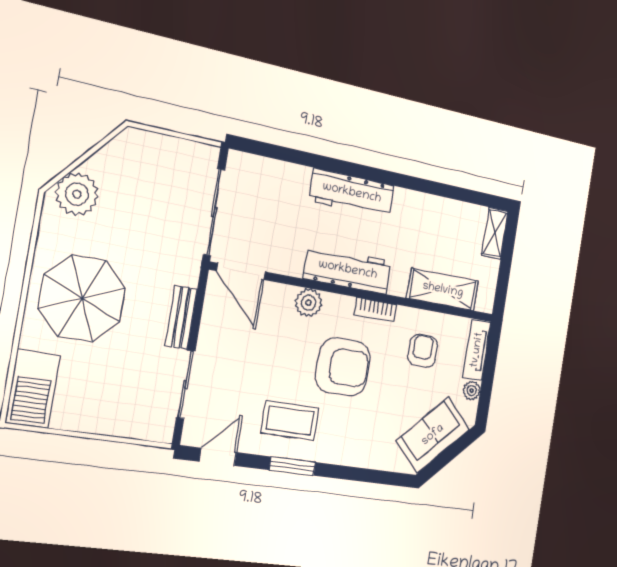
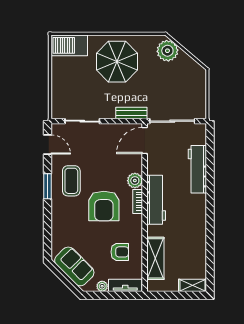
workbench: (352, 193) -> (197, 169), moved
bookcase: (376, 310) -> (138, 201), moved
bench: (181, 317) -> (131, 113), moved

